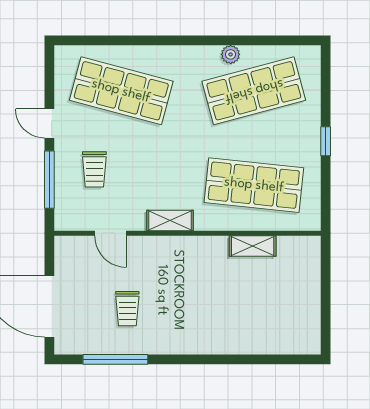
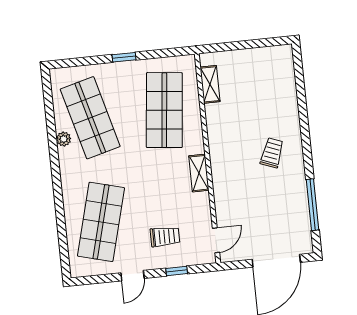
window: (49, 180) -> (177, 271), width x0.46
door: (110, 233) -> (216, 240), moved
shelving: (253, 246) -> (210, 84), moved
trolley: (127, 309) -> (272, 153), moved, turned -69

